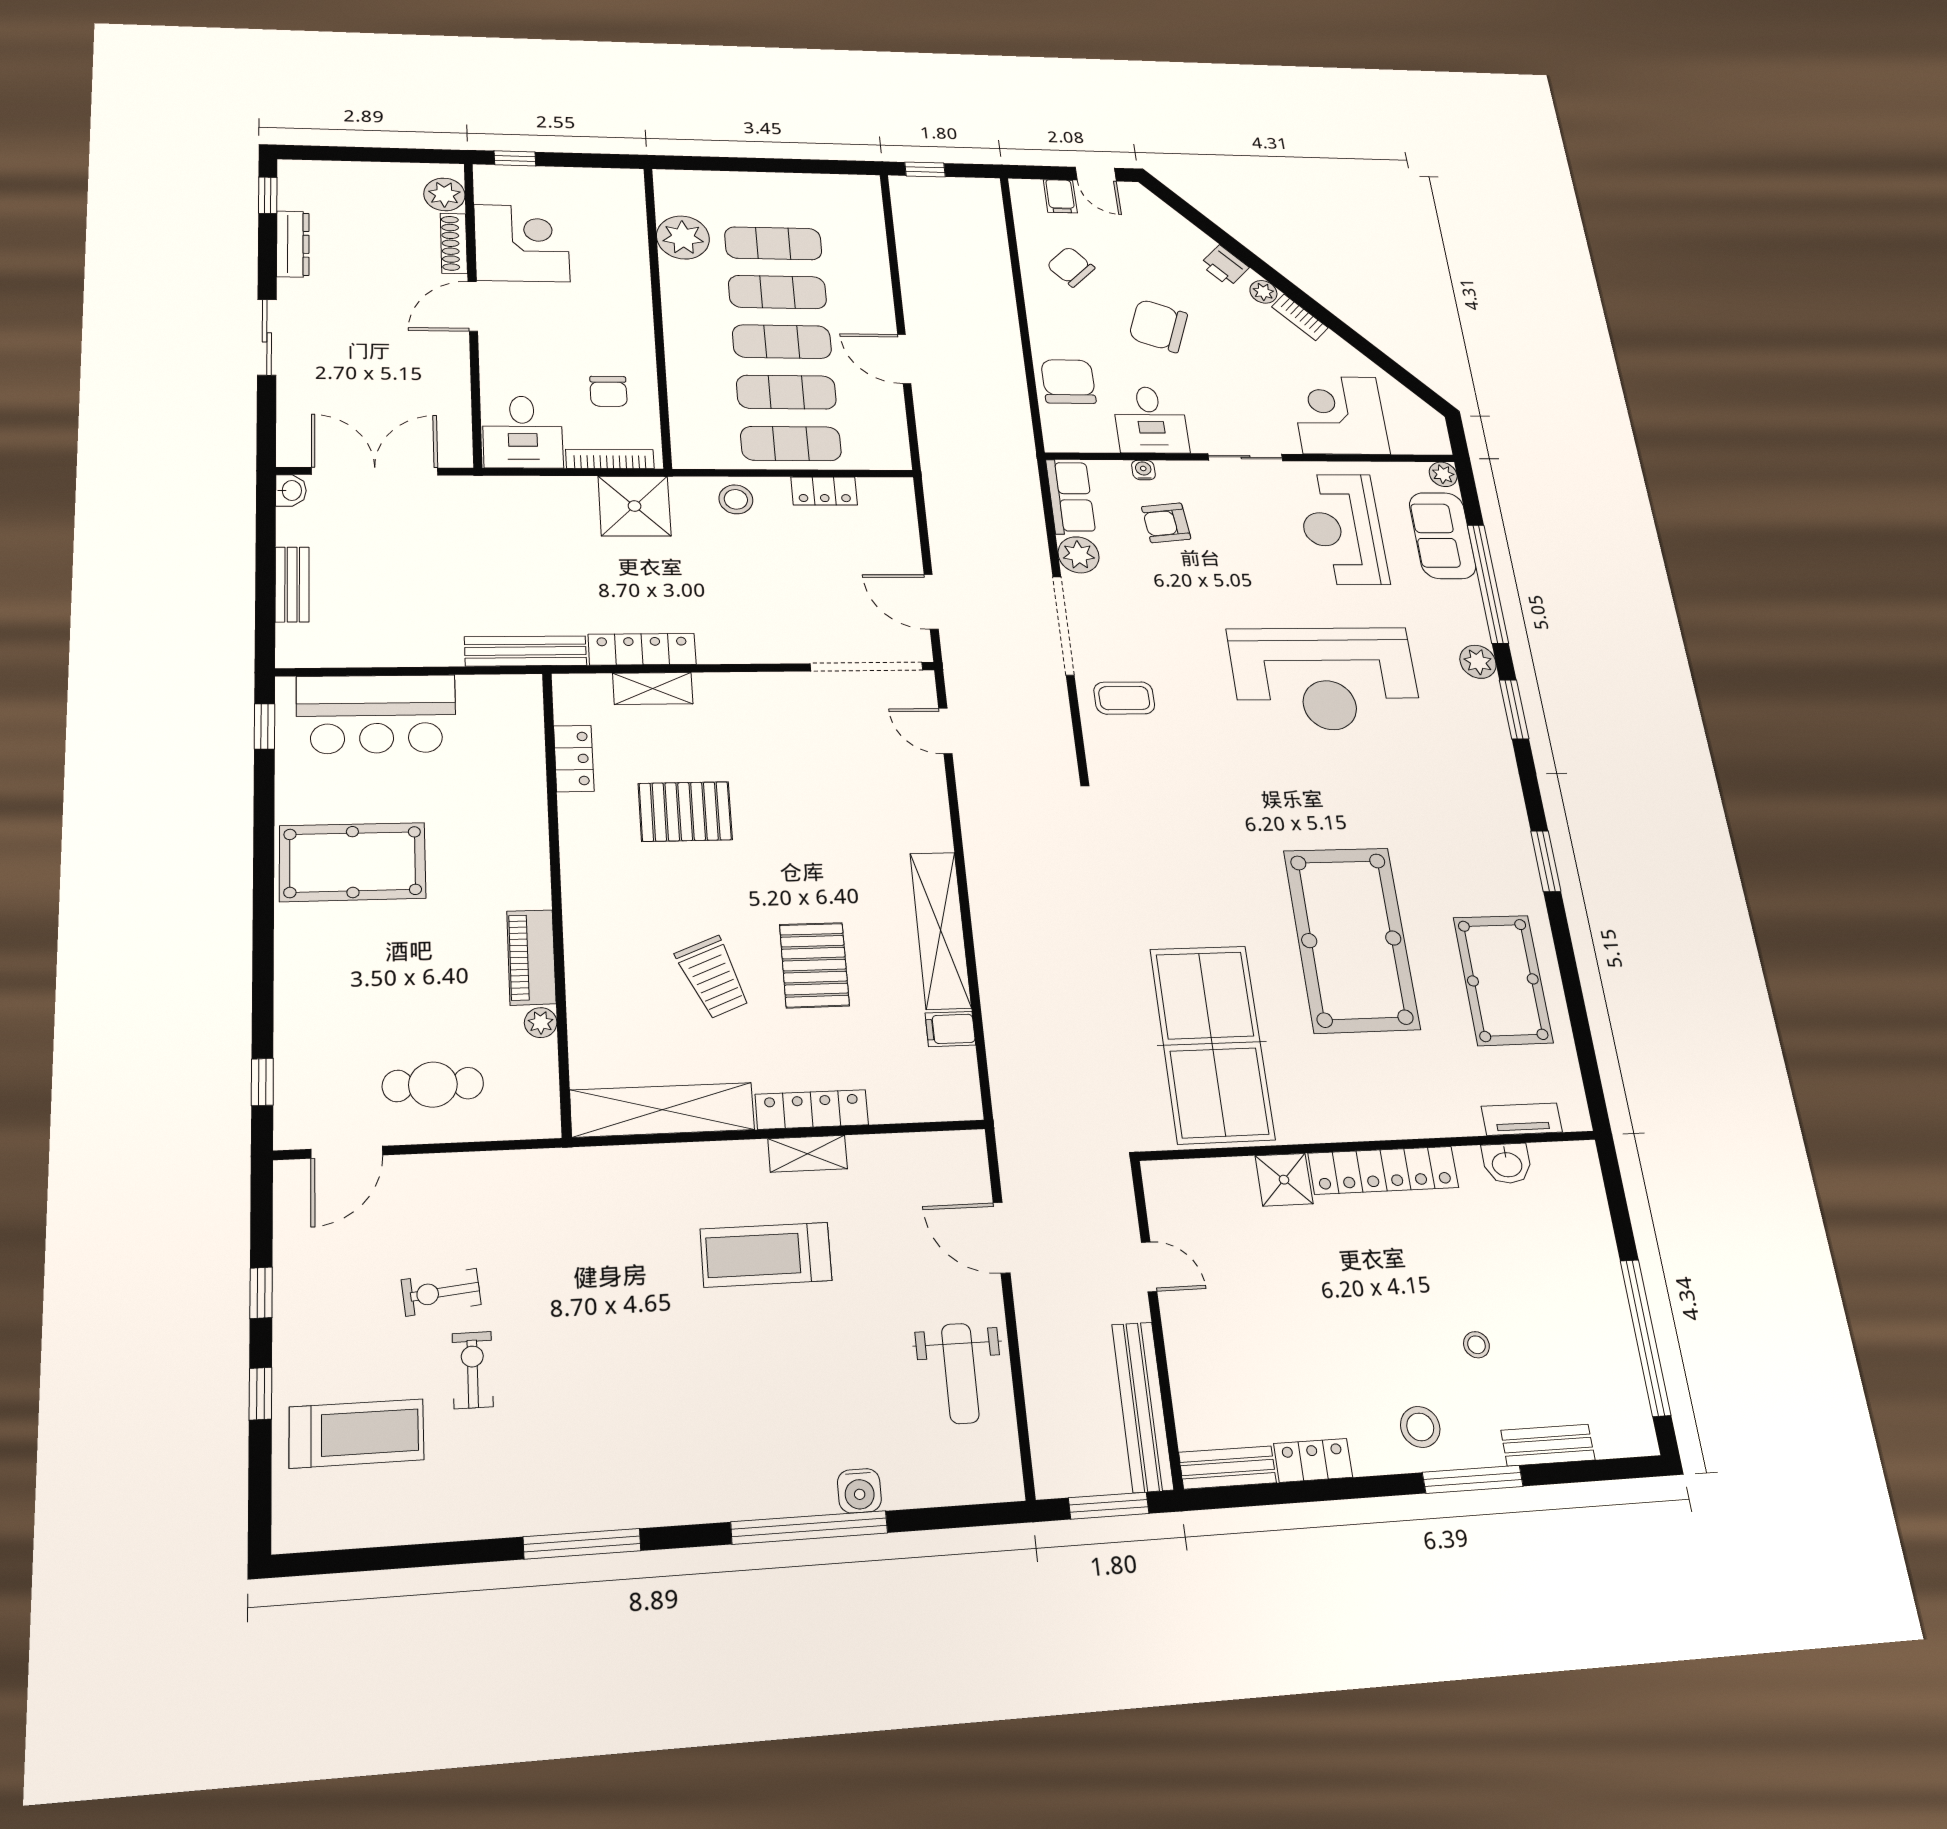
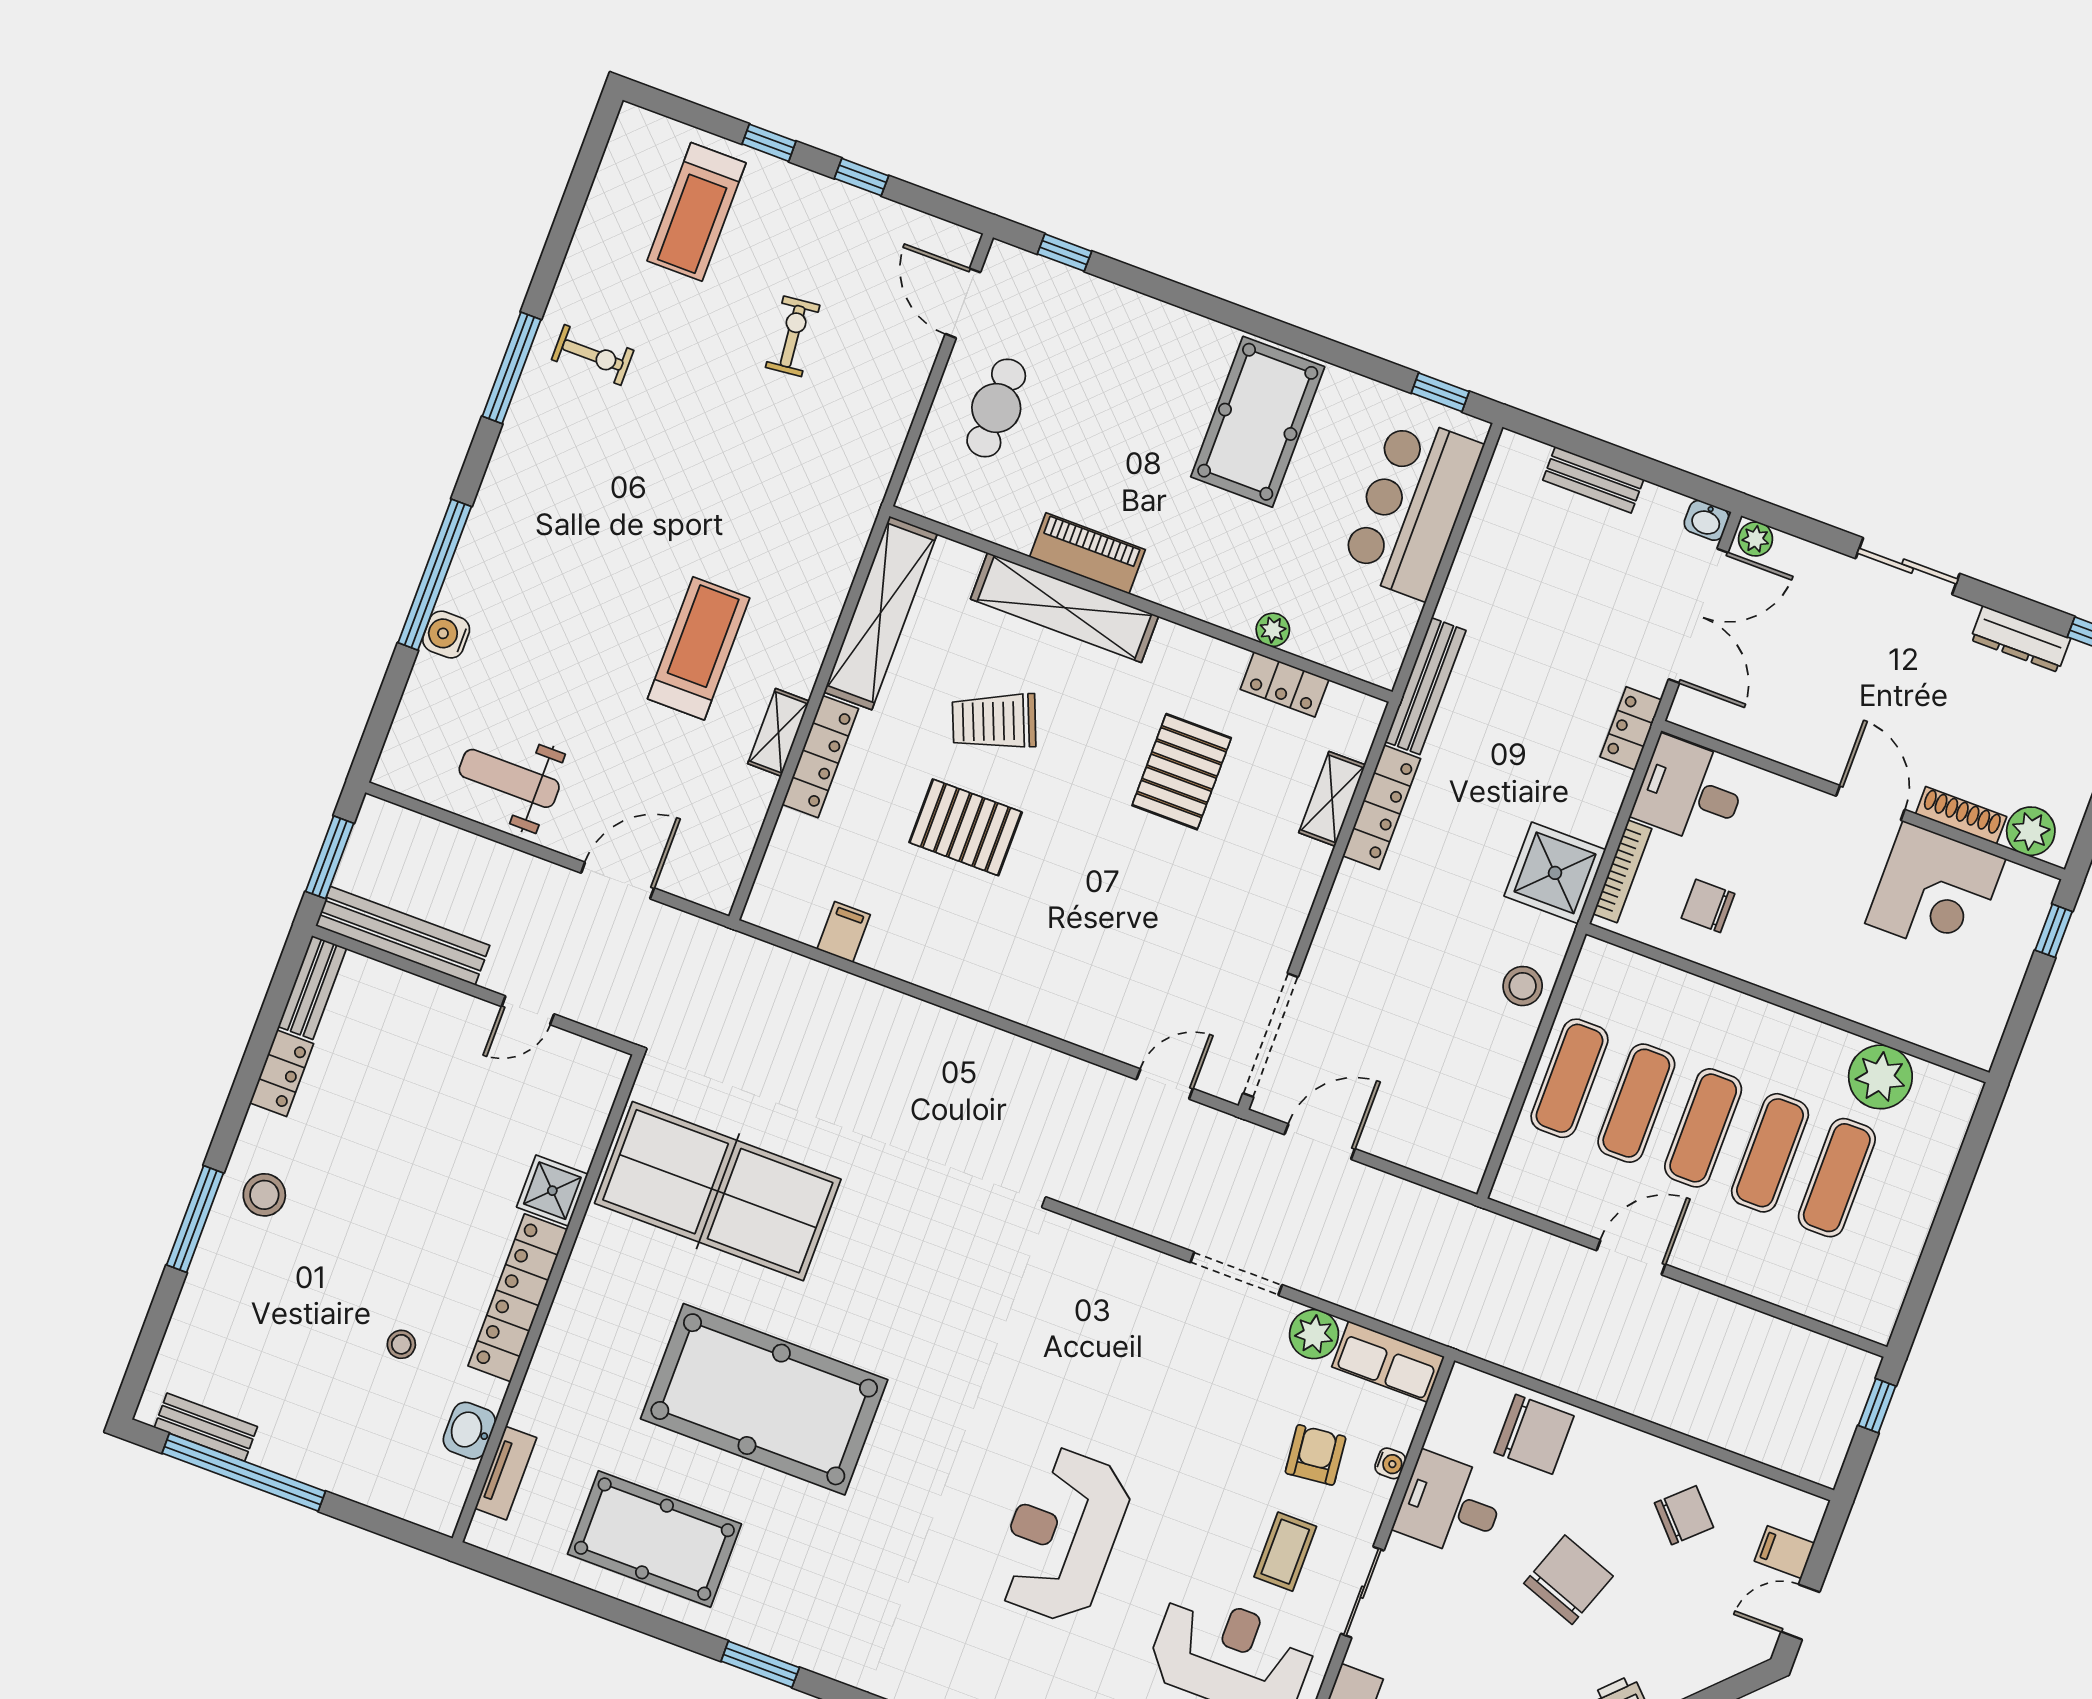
plant: (291, 450) -> (1756, 539), added
locker: (824, 491) -> (1631, 728), moved
doorway: (1063, 626) -> (1236, 1274), width x0.73
reception desk: (1325, 679) -> (1062, 1535), width x0.74, depth x0.77
coffee table: (1124, 698) -> (1285, 1552), moved
shelving: (940, 930) -> (1065, 608), moved
plant: (541, 1023) -> (1273, 630), moved
stool: (1476, 1345) -> (401, 1344), moved
exercise bike: (473, 1370) -> (593, 355), moved
bench: (1548, 1445) -> (206, 1427), moved, turned 90

